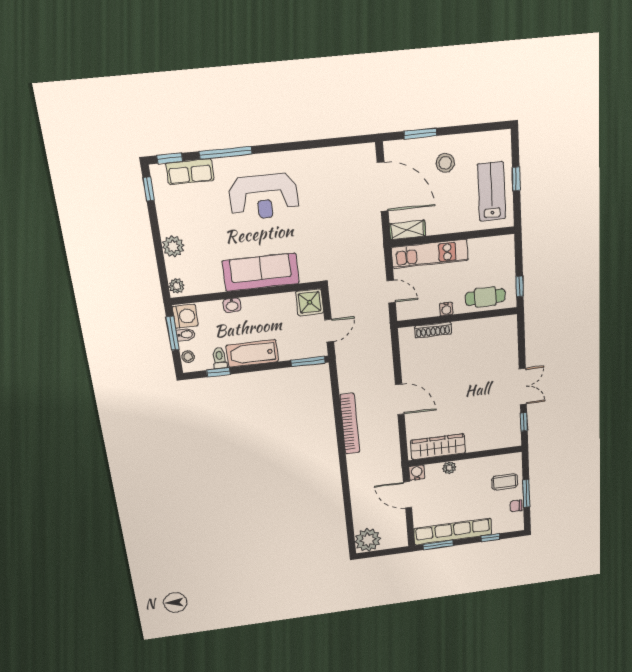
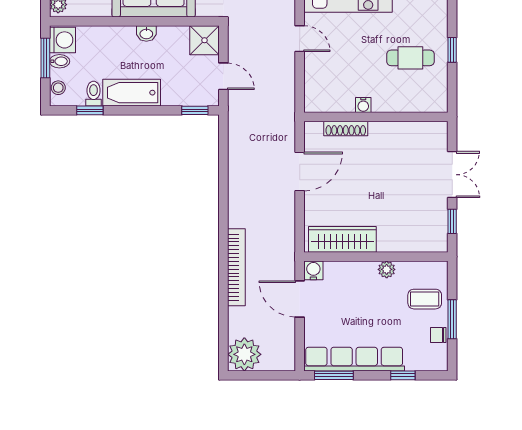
washbasin: (232, 305) -> (146, 34), moved
water cooler: (446, 309) -> (363, 105), moved
wall: (457, 318) -> (376, 117), moved
shoe rack: (433, 330) -> (346, 128), moved
door: (329, 331) -> (223, 76), hinge flipped
window: (308, 361) -> (195, 110), width x0.67
door: (400, 399) -> (300, 171), hinge flipped
bookcase: (350, 424) -> (236, 267), moved
plant: (449, 468) -> (387, 269), moved

